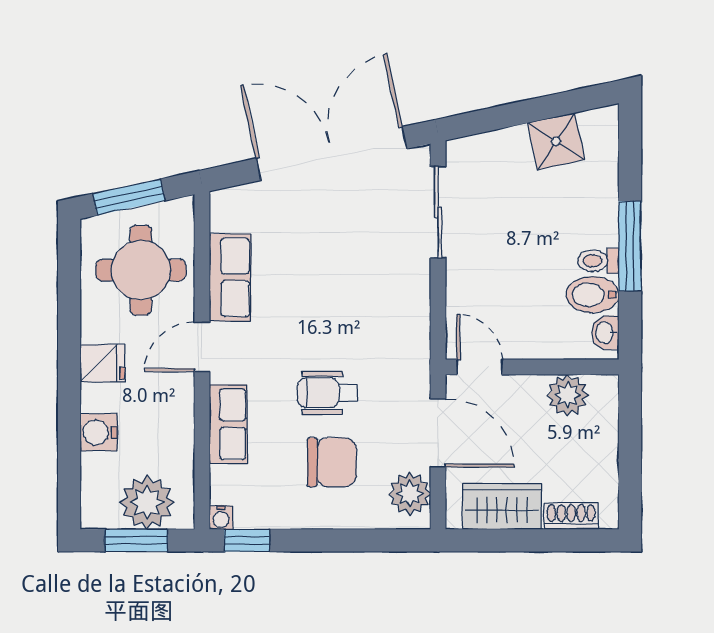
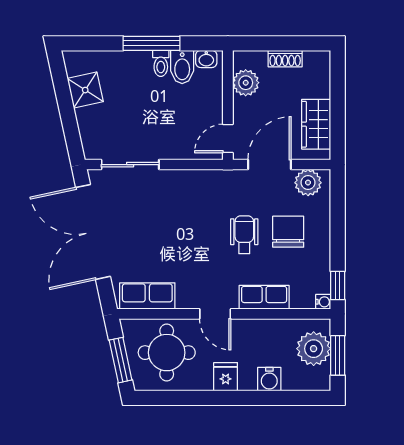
row of seats: (230, 277) -> (147, 296), moved
wheelchair: (327, 393) -> (244, 235), turned 180
shoe rack: (571, 516) -> (285, 59), moved, turned -90

